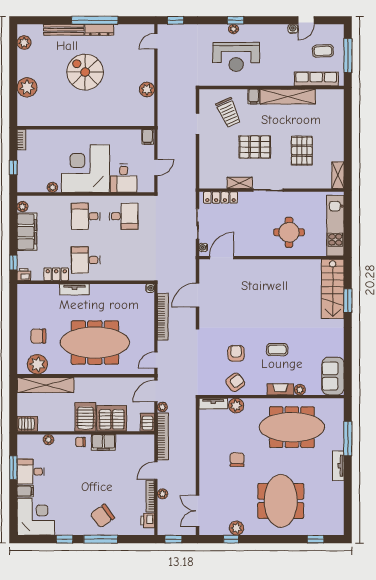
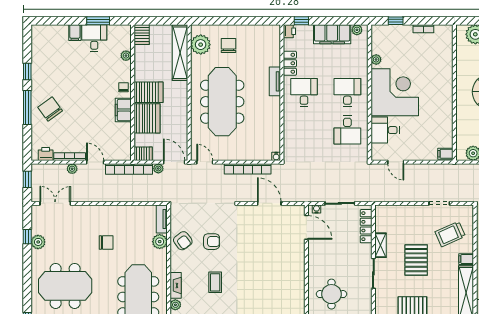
wall: (86, 128) -> (454, 93), moved
filing cabinet: (147, 137) -> (445, 154), moved
corner desk: (36, 517) -> (49, 43), removed

